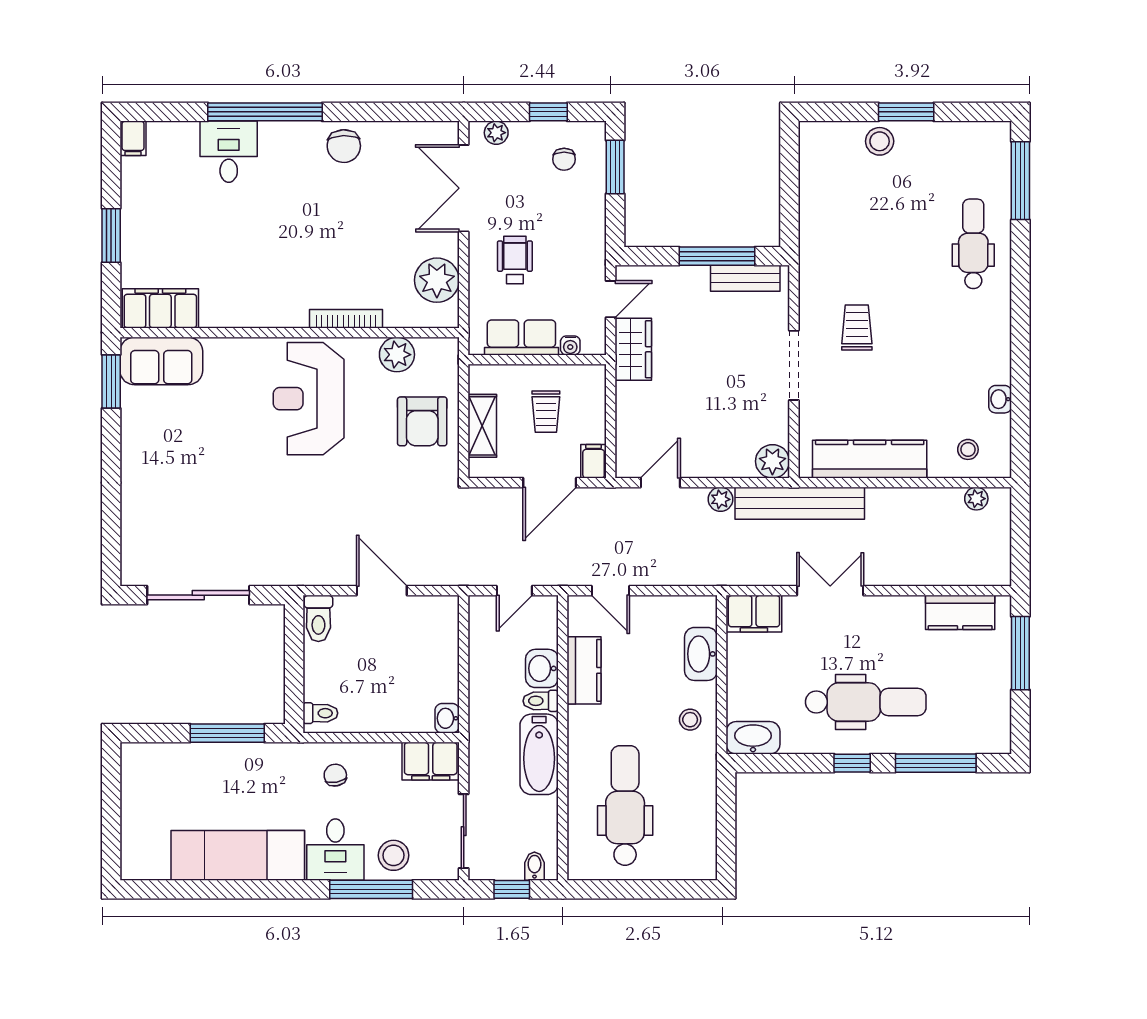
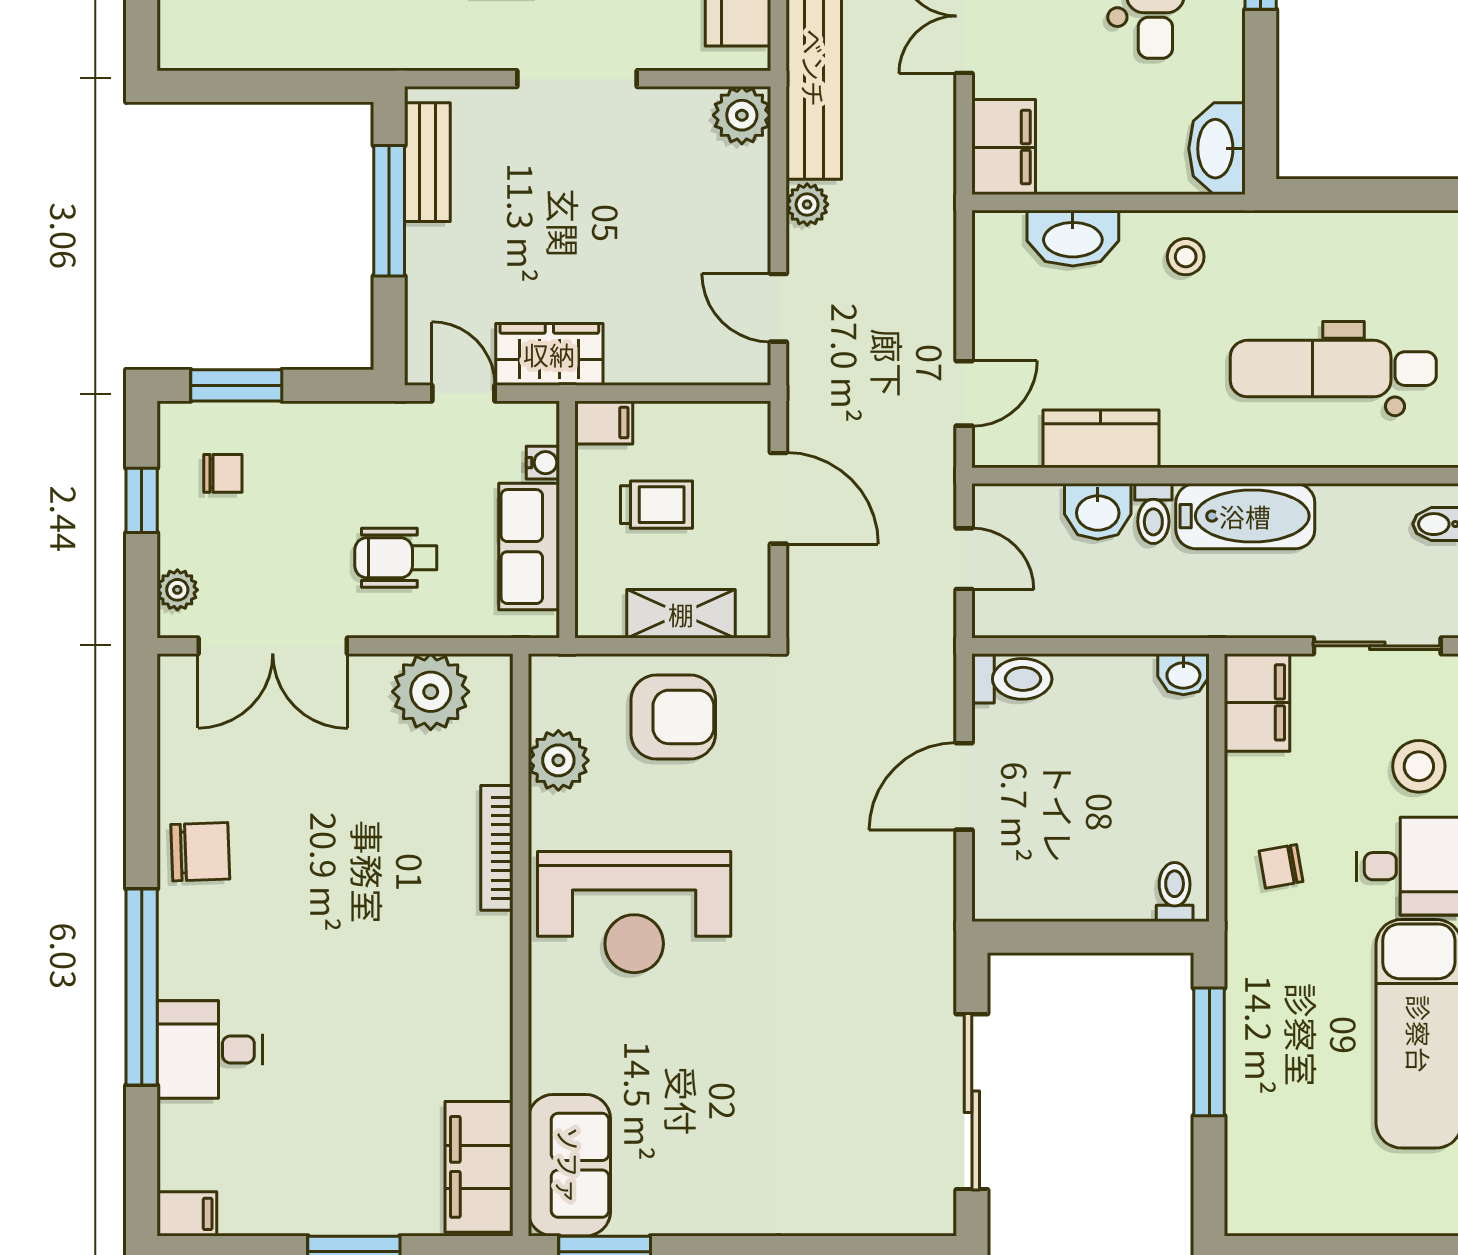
filing cabinet: (594, 461) -> (604, 423), moved, turned 180
toilet: (318, 618) -> (1012, 679), moved

